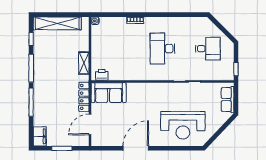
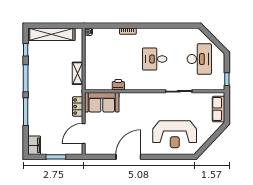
desk: (163, 49) -> (155, 59), width x0.73
desk: (208, 49) -> (199, 59), width x1.37
printer: (102, 75) -> (118, 85), moved
locker: (84, 97) -> (78, 107), width x0.66

